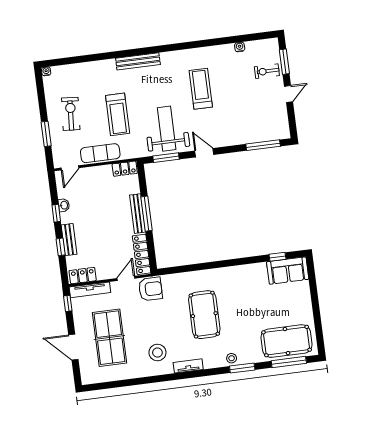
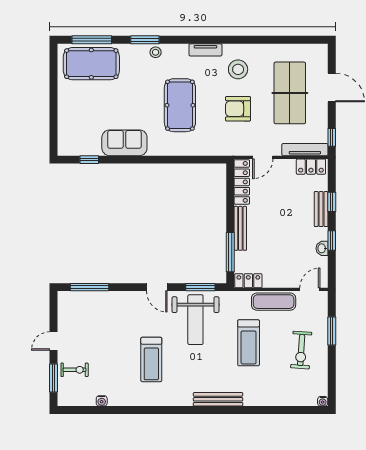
treadmill: (118, 114) -> (249, 343), turned 180
window: (147, 214) -> (230, 252), moved
sofa: (288, 271) -> (124, 143), moved
armchair: (150, 289) -> (238, 109), moved

